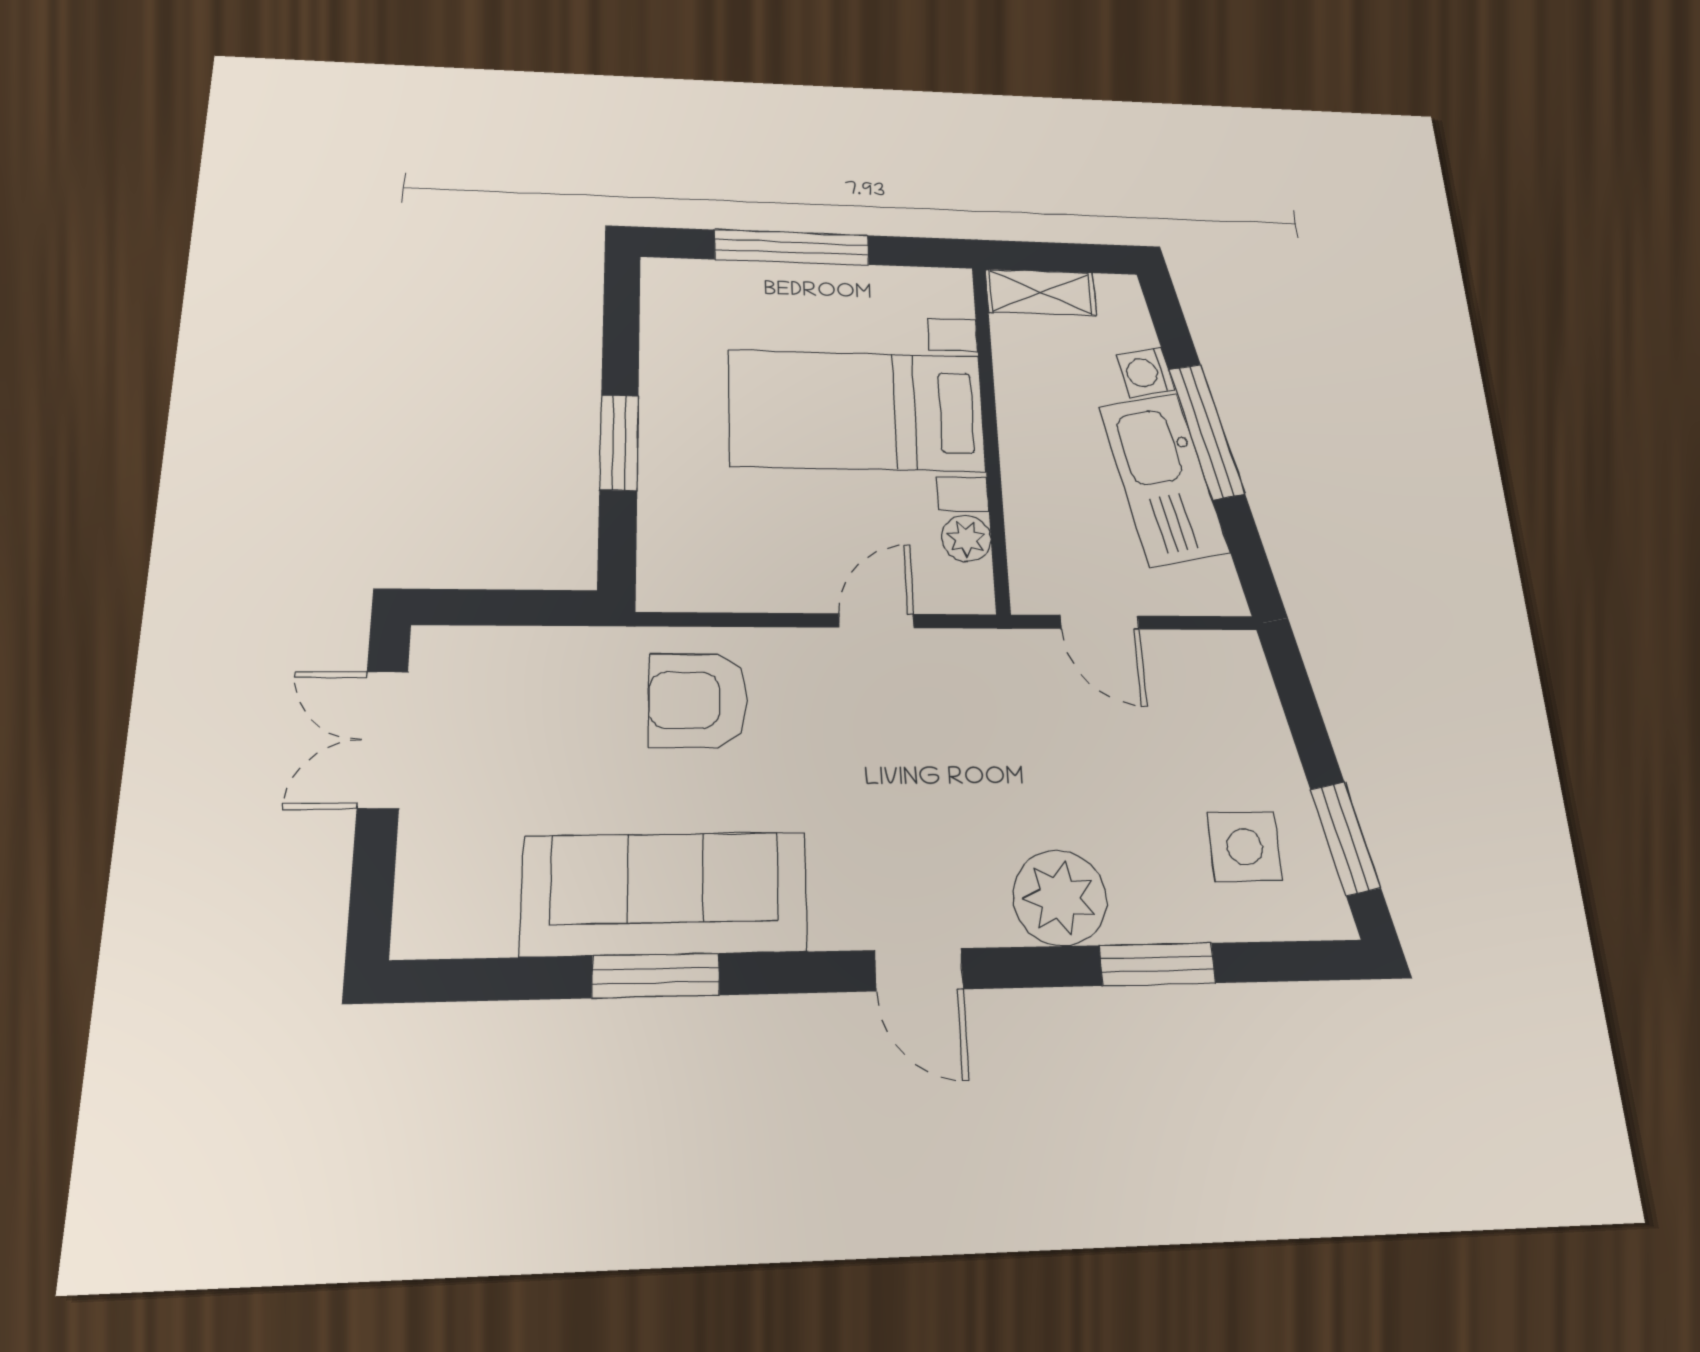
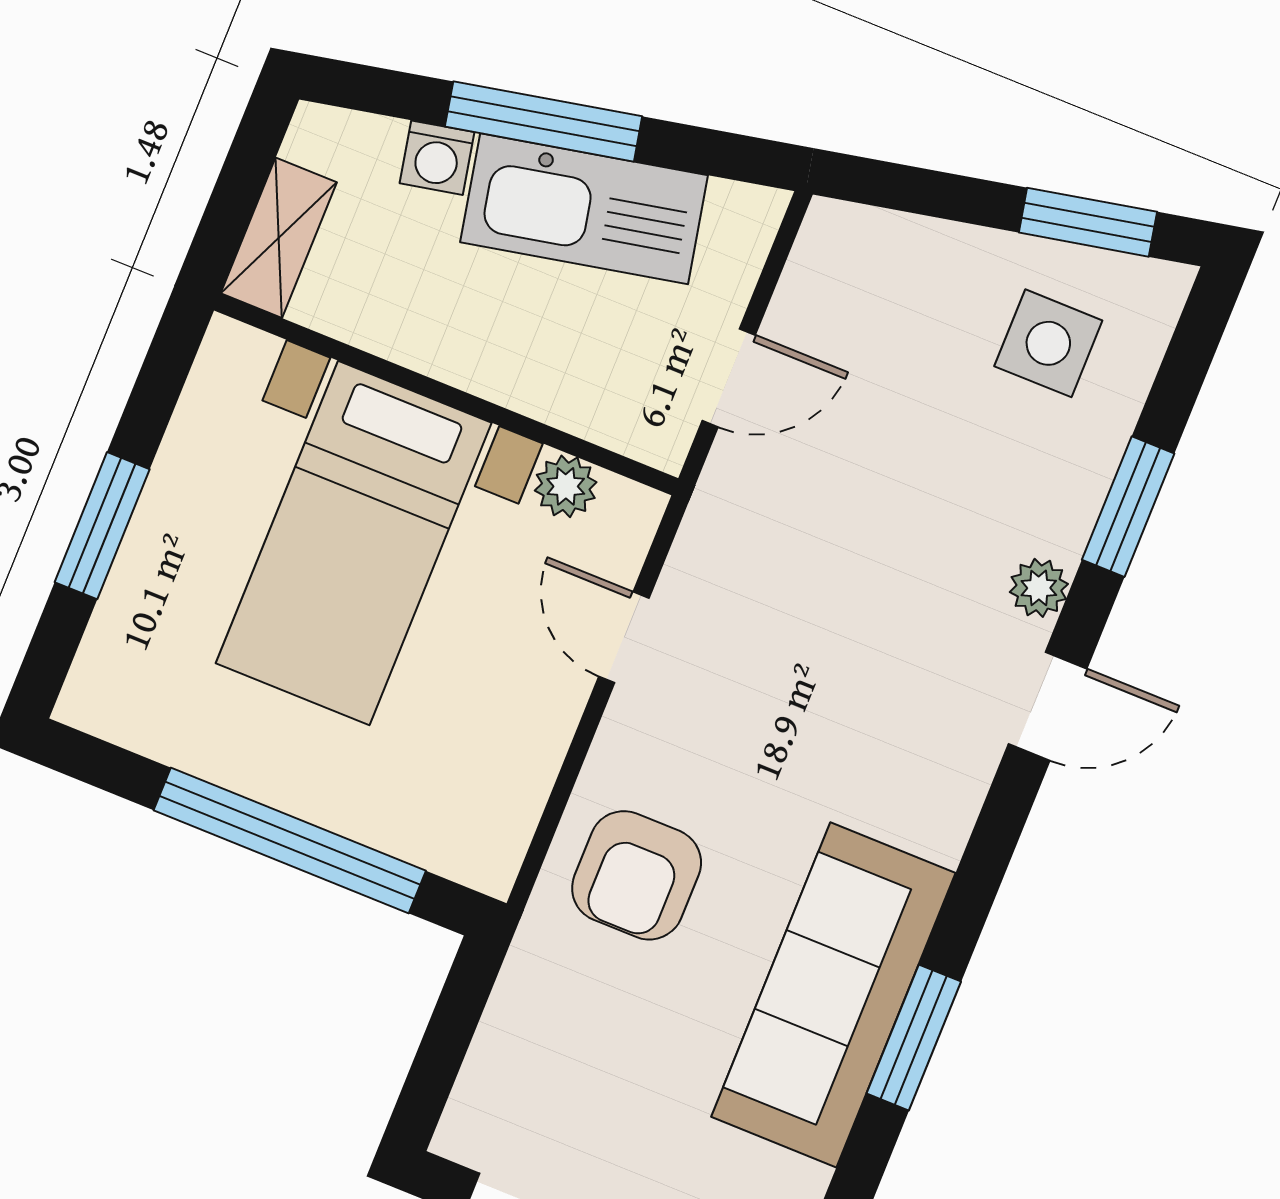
window: (792, 247) -> (102, 526), width x0.69
window: (619, 442) -> (290, 840), width x2.11
plant: (1060, 898) -> (1039, 588), width x0.53, depth x0.53
door: (919, 970) -> (1048, 706), moved

